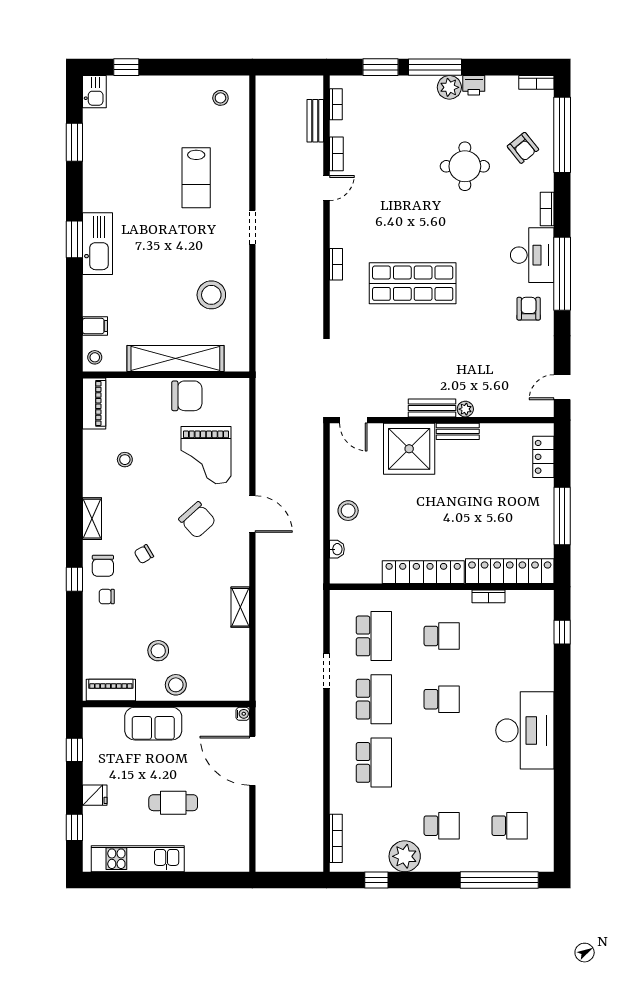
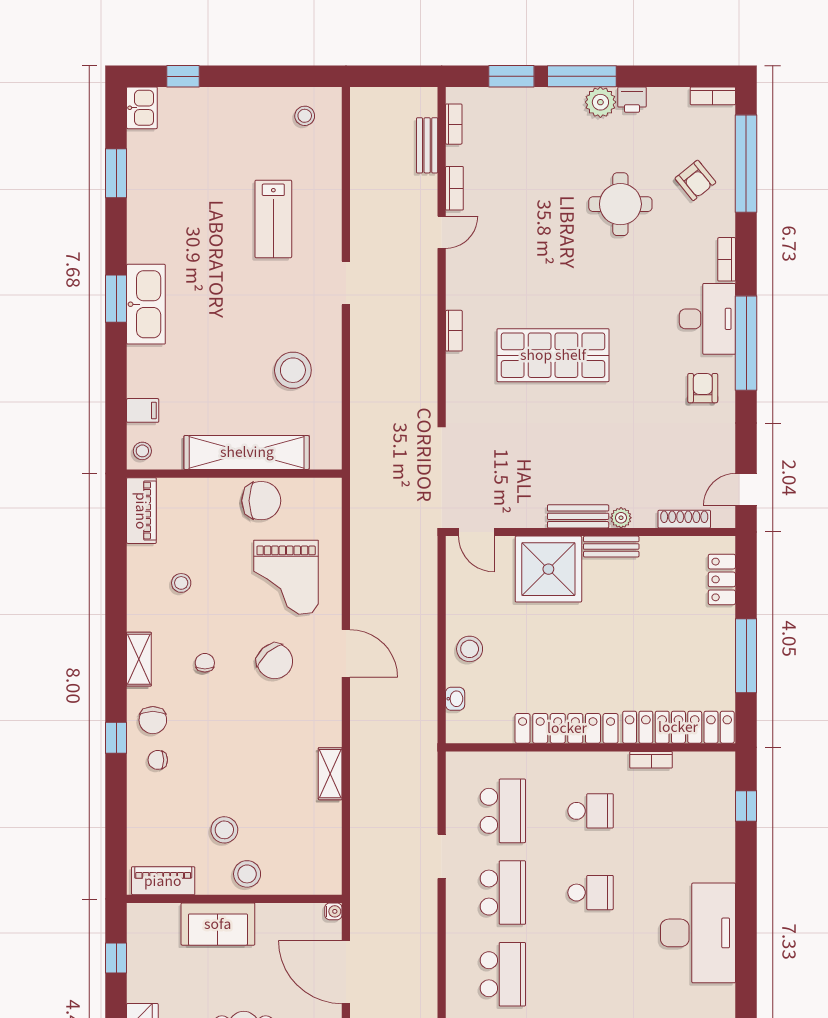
shoe rack: (514, 410) -> (684, 519), added
chair: (144, 554) -> (205, 663), moved, turned 121

